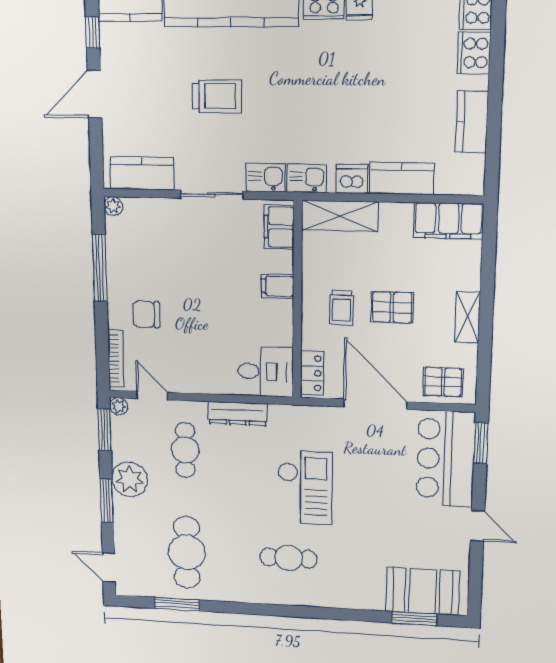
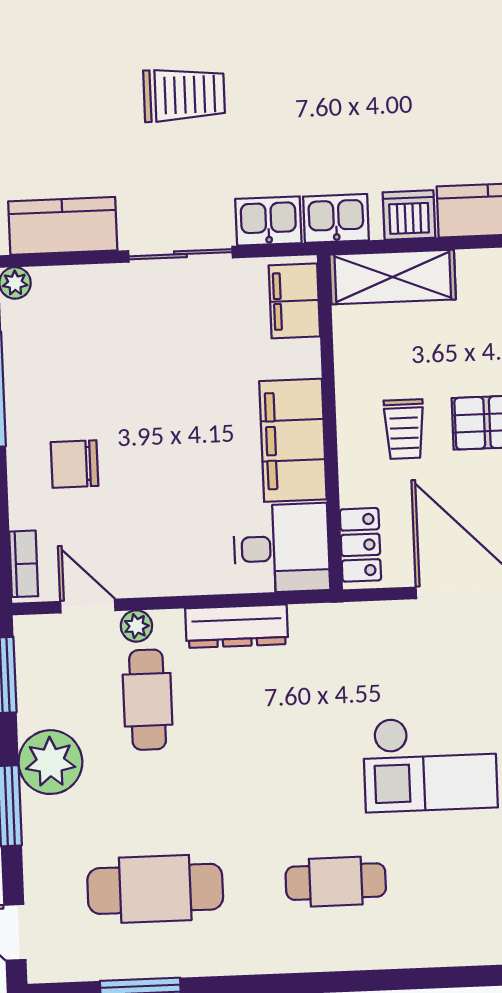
filing cabinet: (277, 286) -> (293, 440), width x3.00, depth x1.17
bookcase: (116, 359) -> (24, 564), width x0.64
plant: (119, 406) -> (136, 626), moved
checkout: (305, 487) -> (430, 764), moved, turned 90
cafe table: (187, 552) -> (155, 889), turned 90

